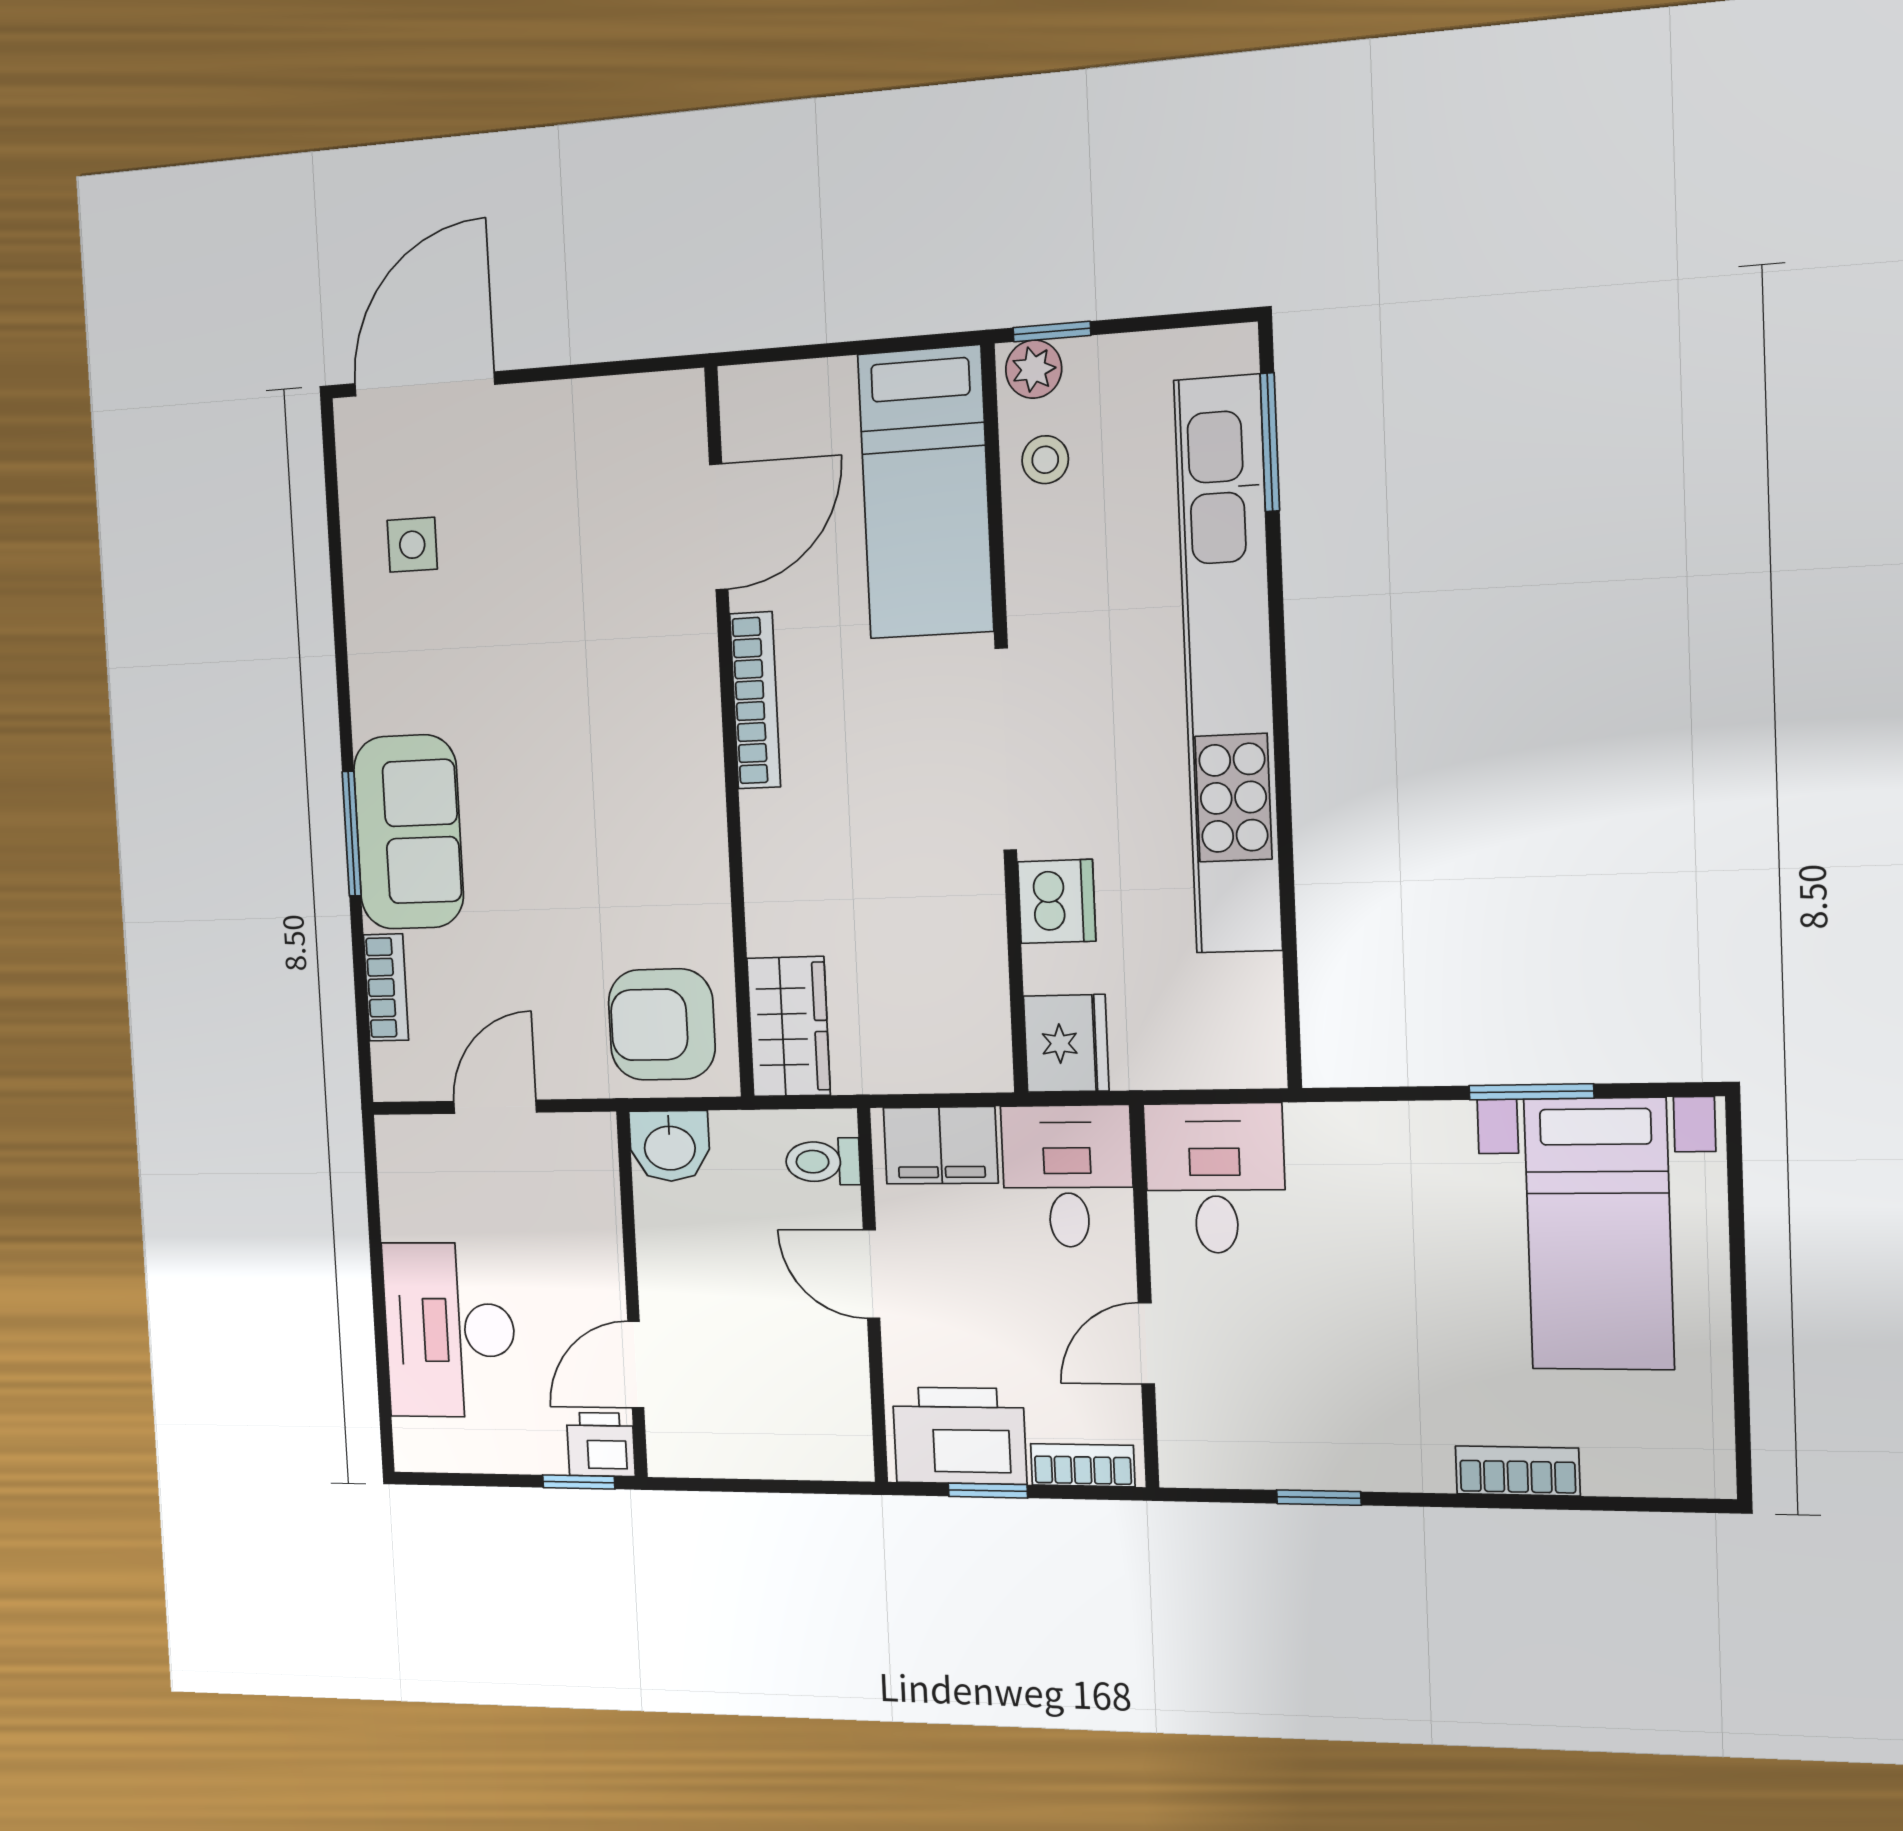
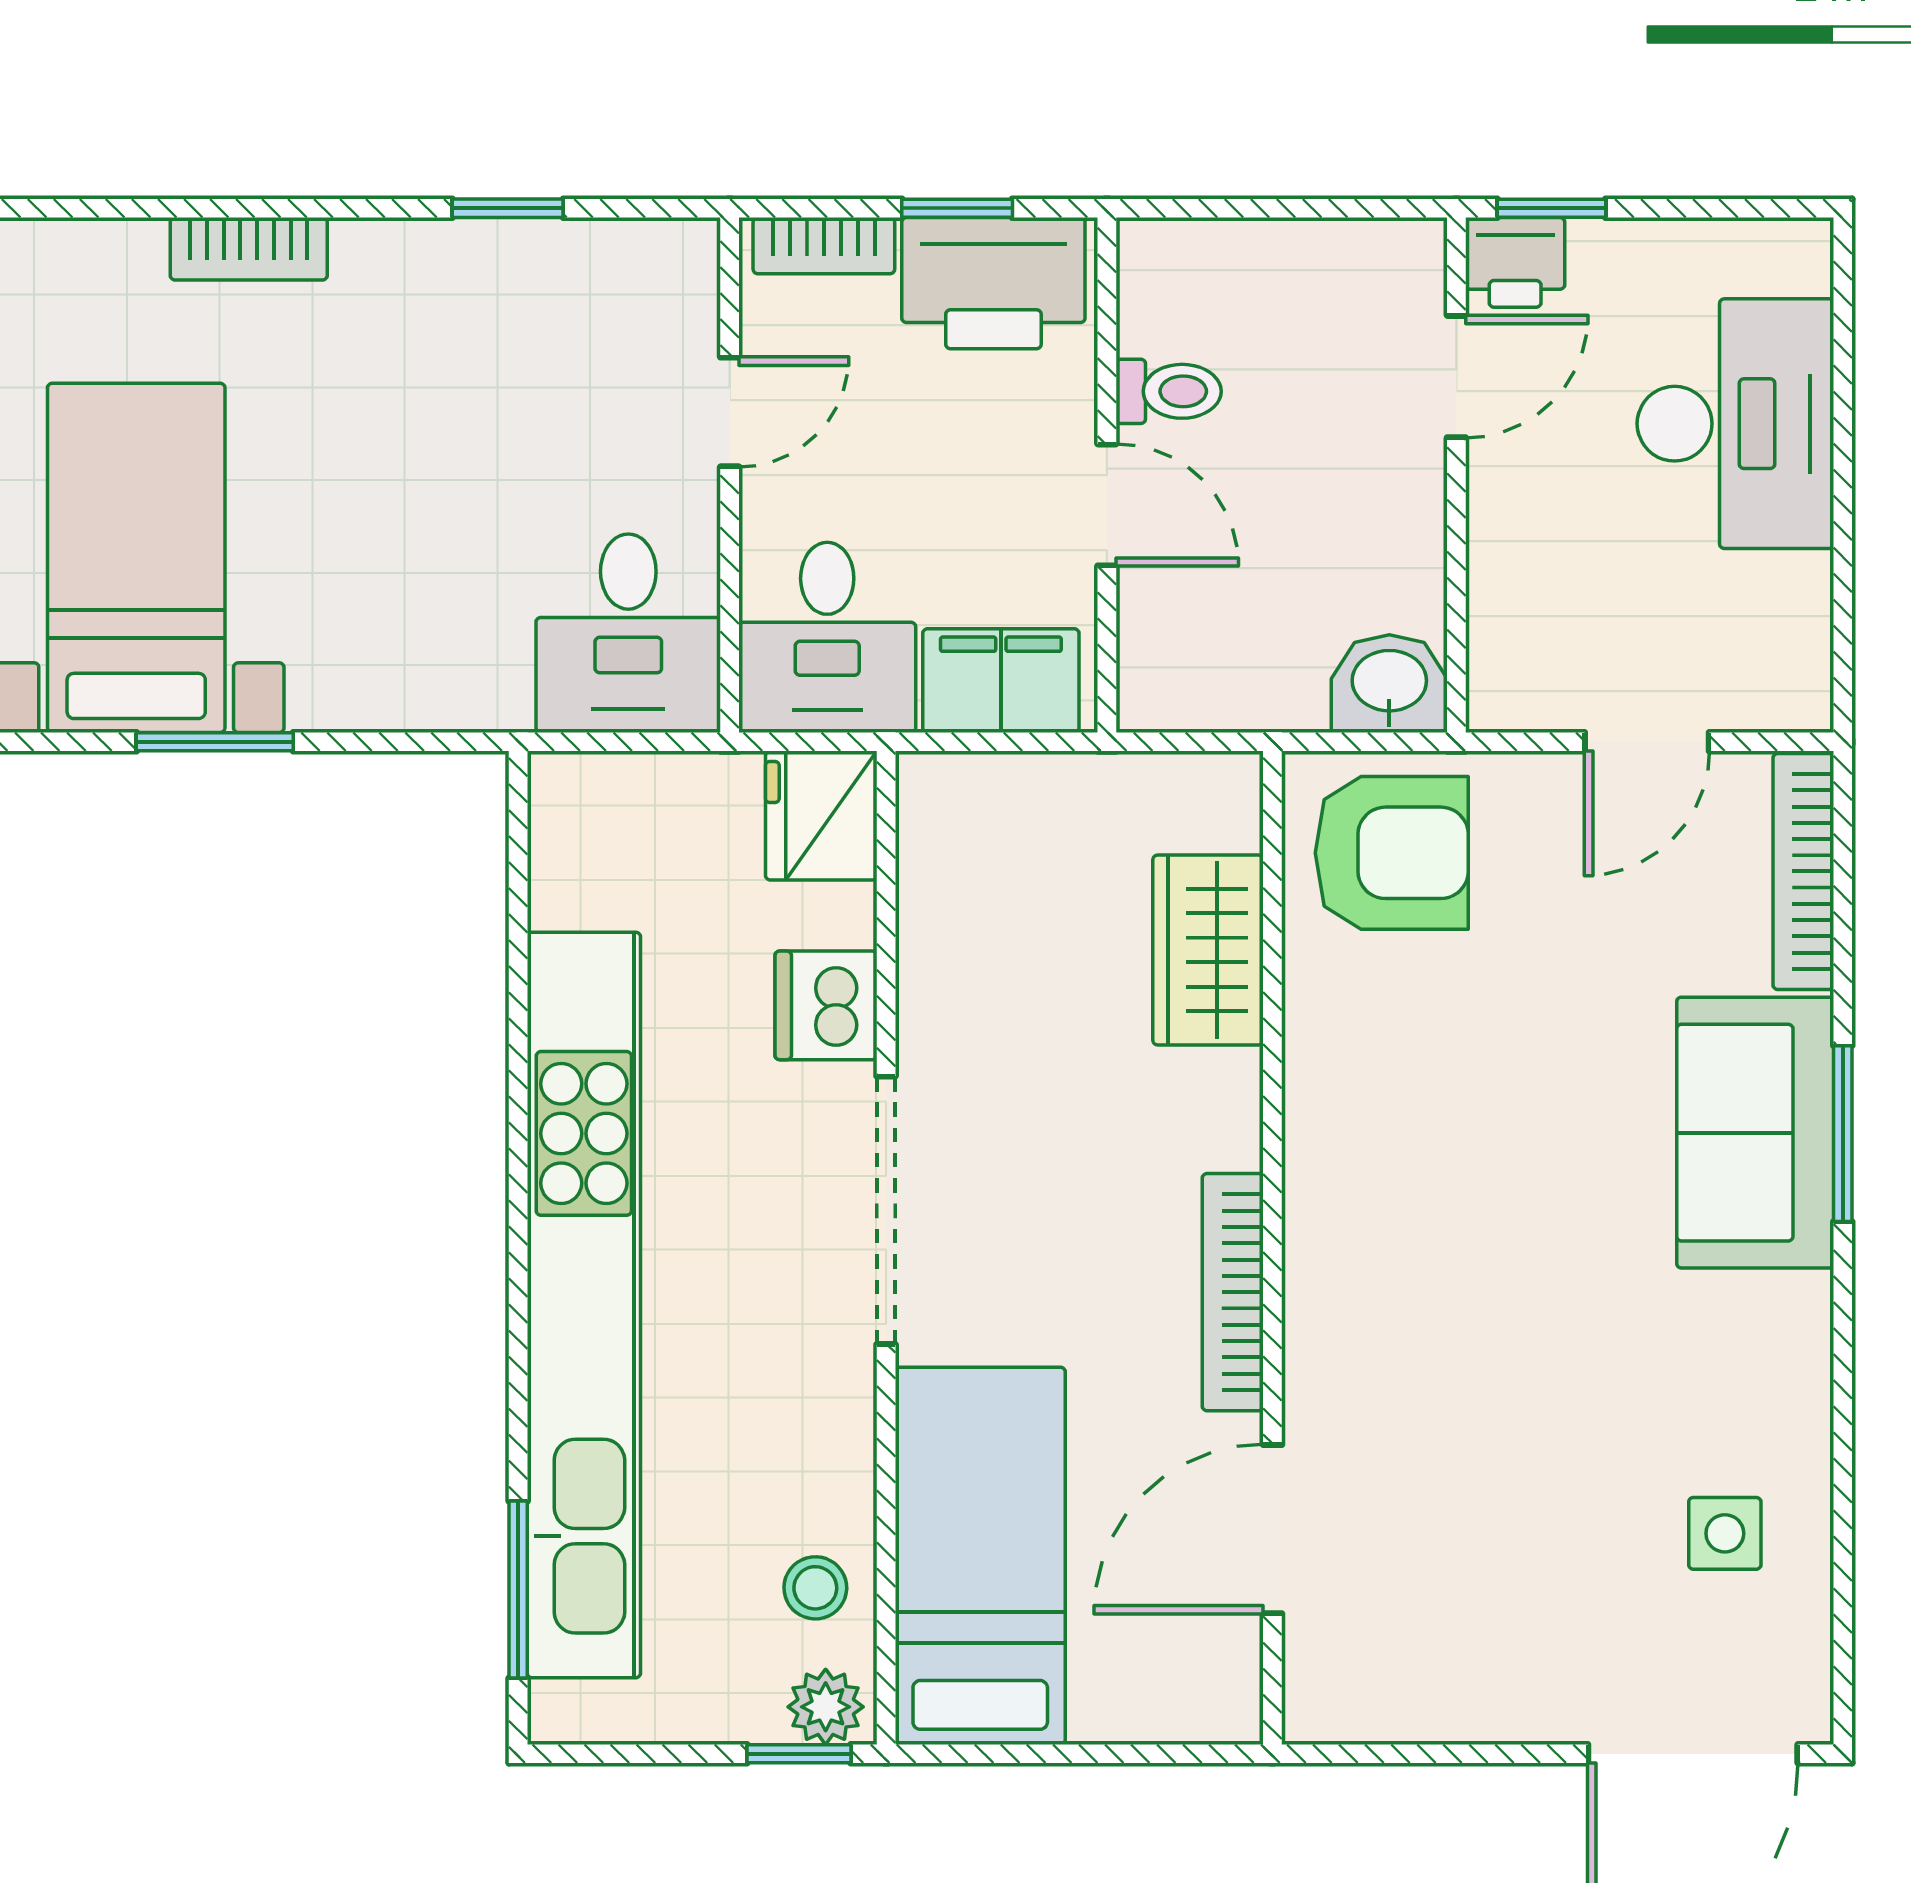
bookcase: (386, 987) -> (1803, 871), width x1.56
wardrobe: (789, 1027) -> (1208, 950), moved
toilet: (823, 1162) -> (1169, 391), moved

